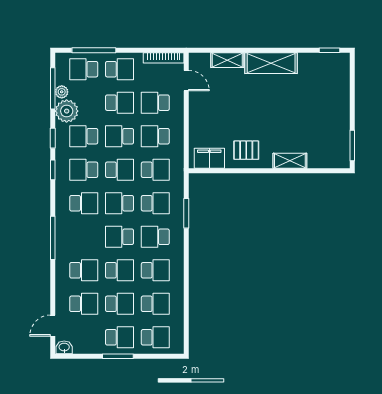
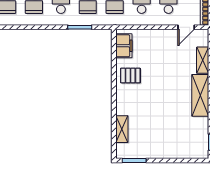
pallet: (246, 150) -> (130, 75), turned 90
shelving: (290, 161) -> (122, 129), moved

